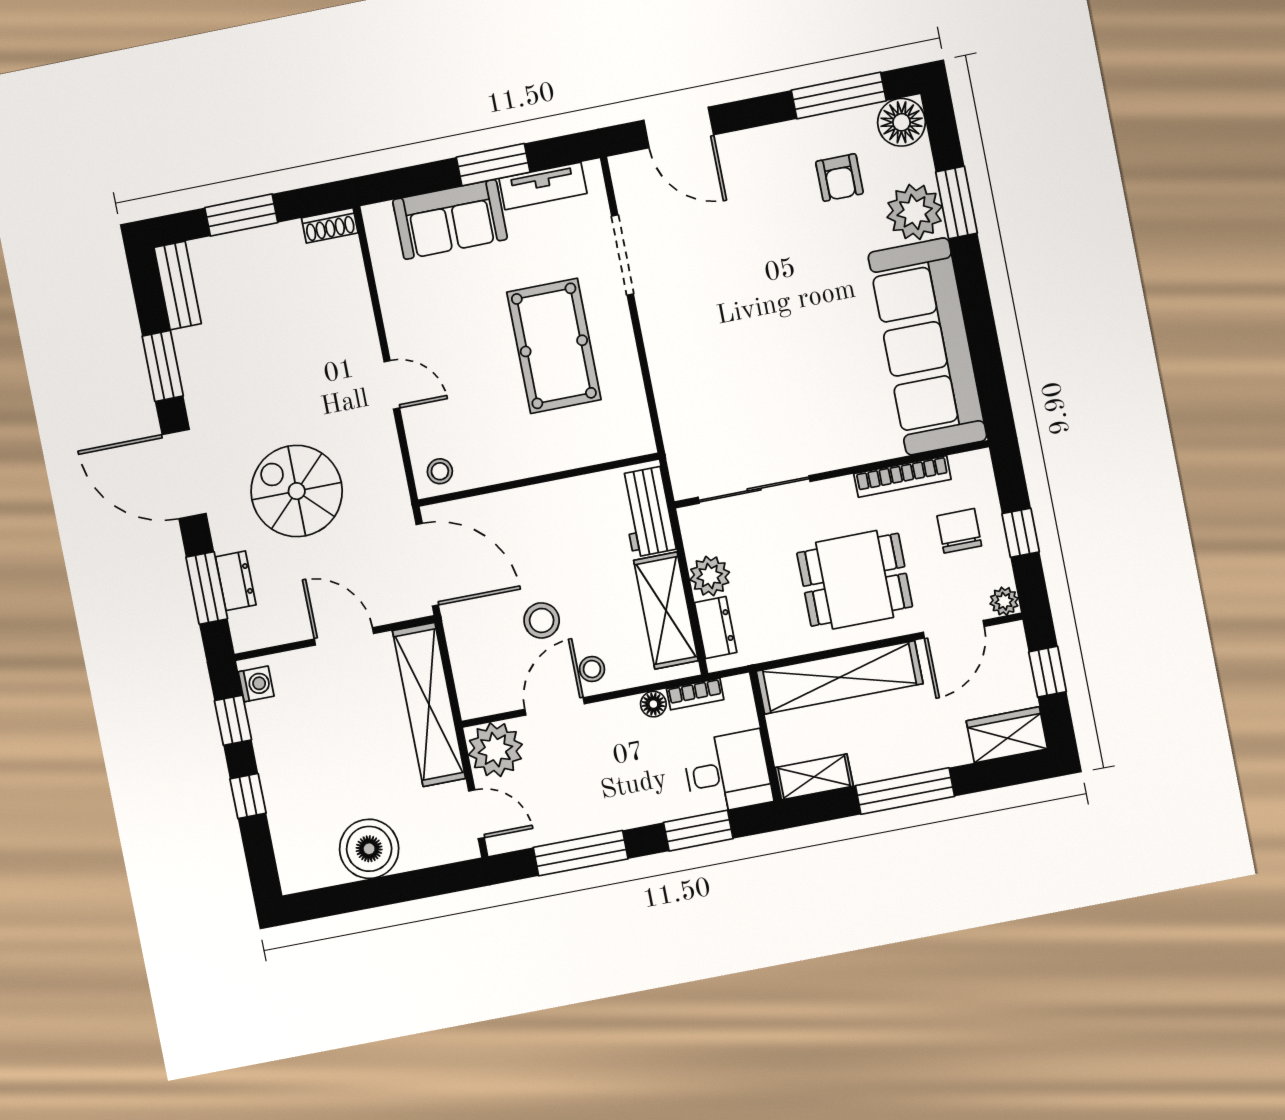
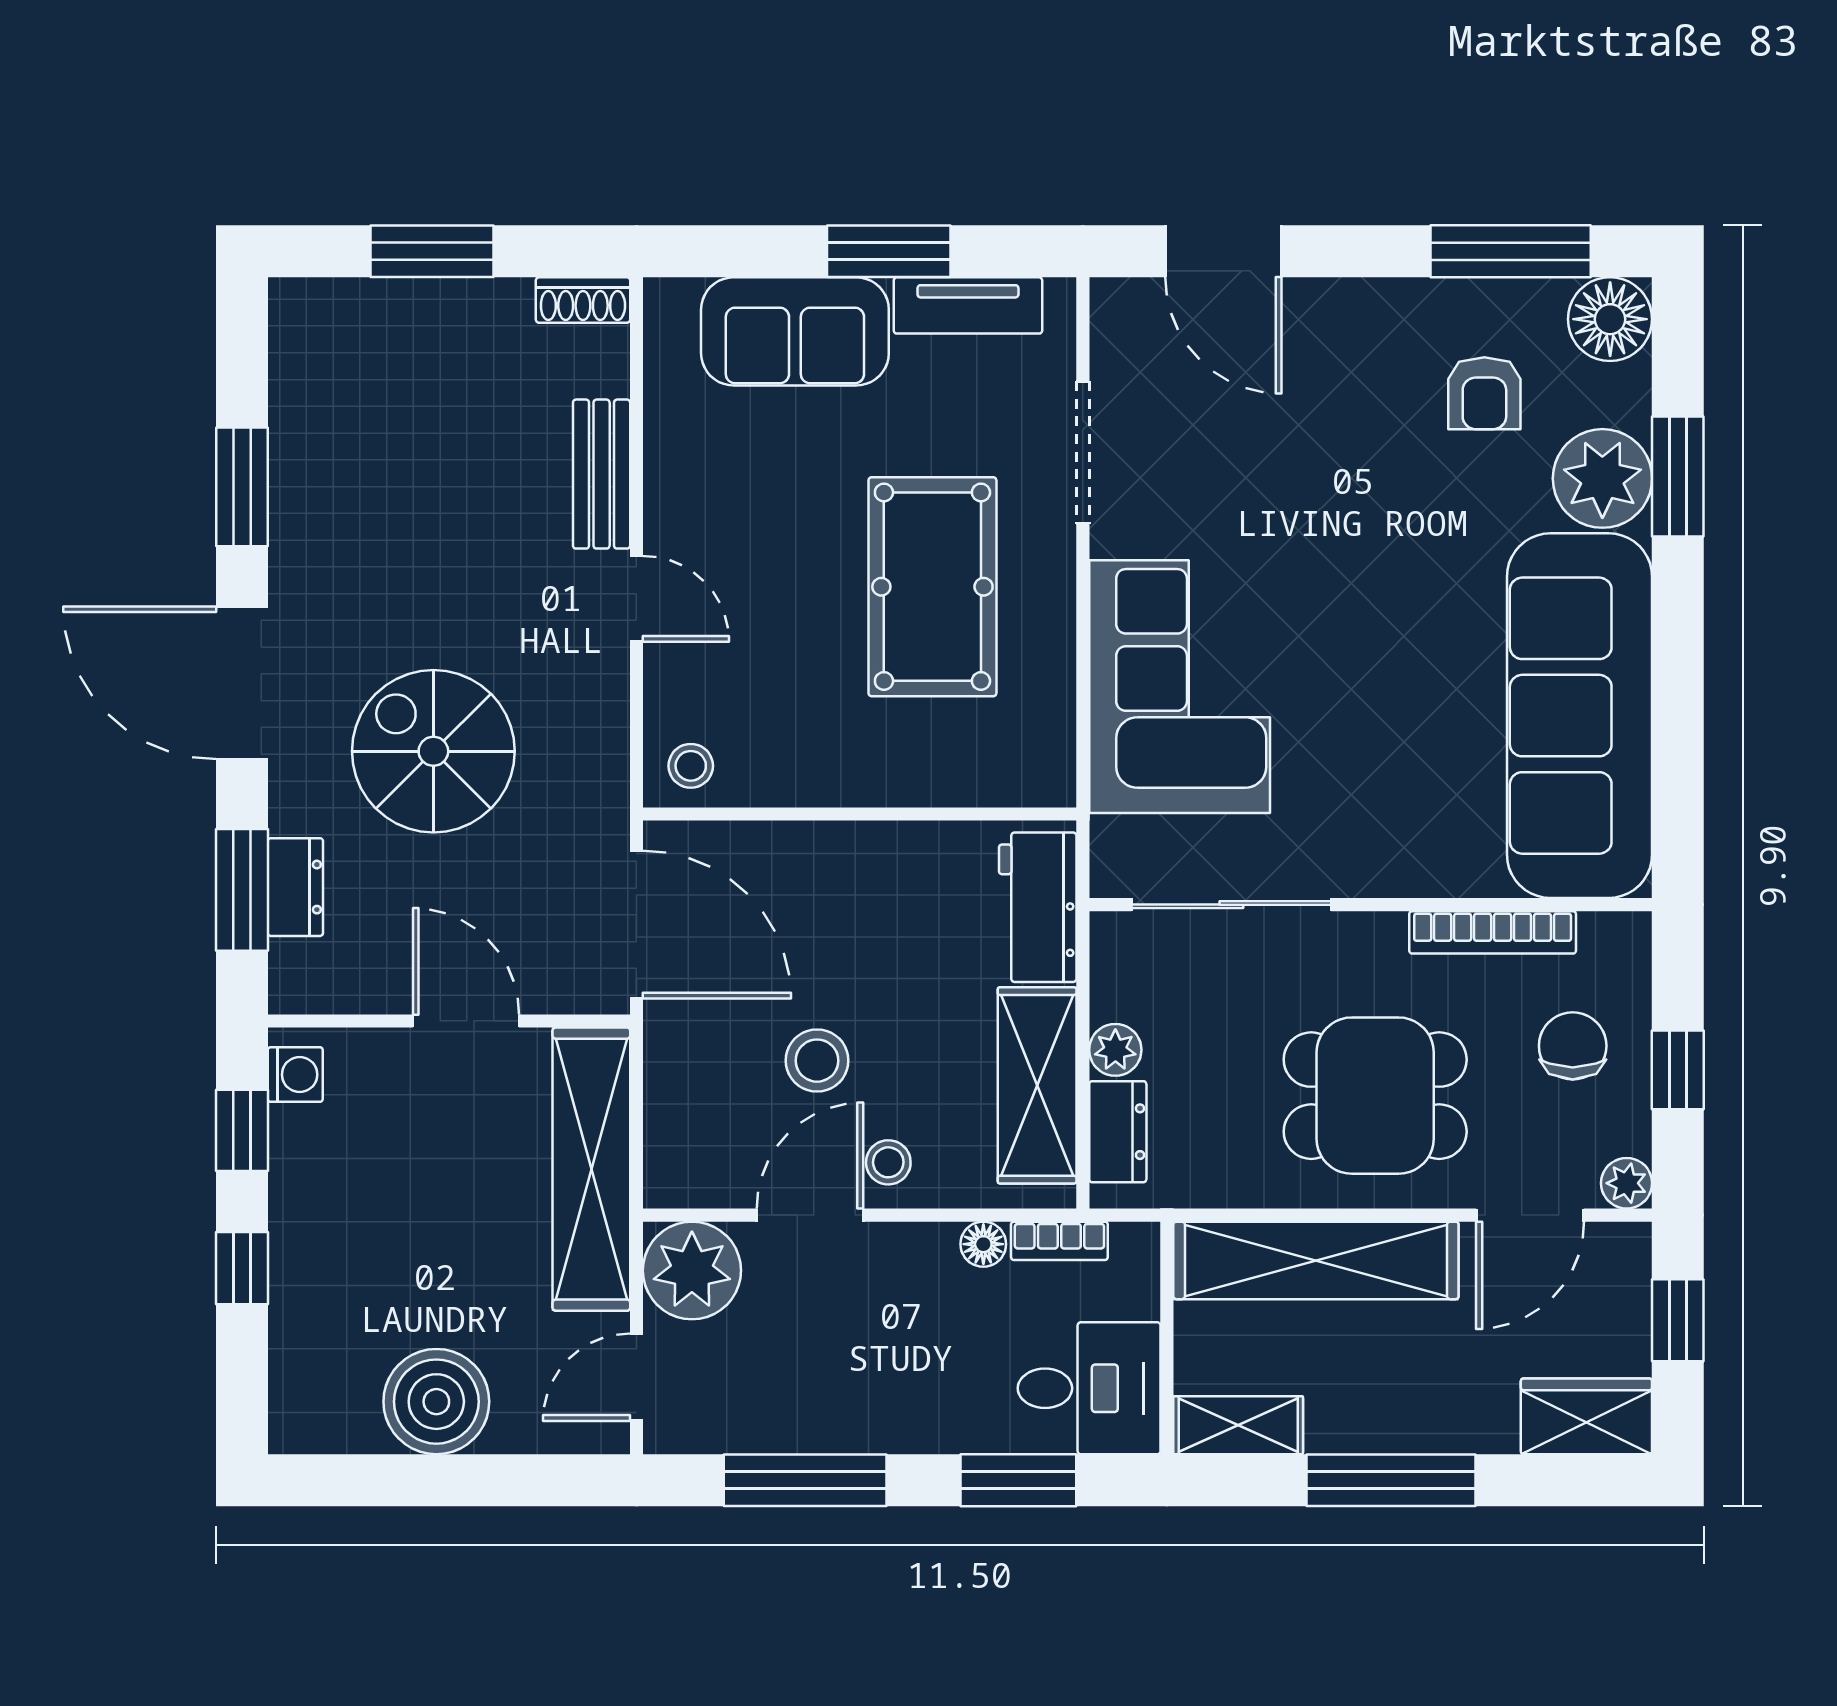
bench: (178, 285) -> (602, 474), moved
corner sofa: (702, 374) -> (1180, 687), added
plant: (710, 576) -> (1115, 1050), width x0.73, depth x0.73
door: (476, 814) -> (636, 1377), swing flipped

